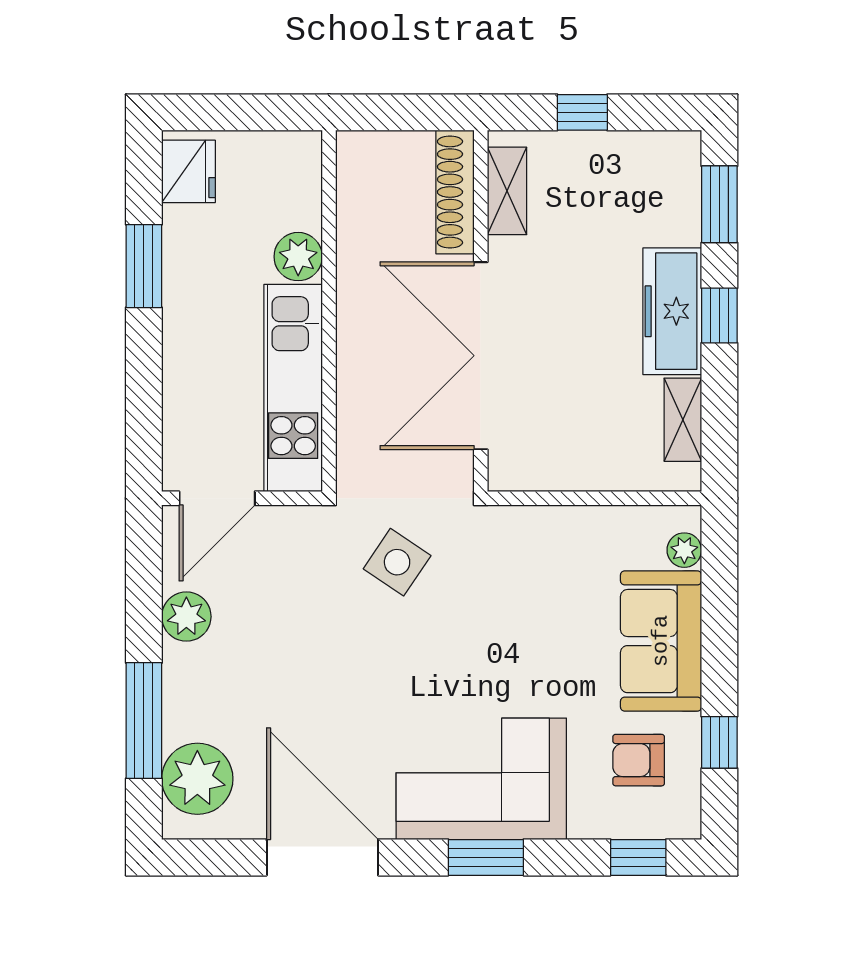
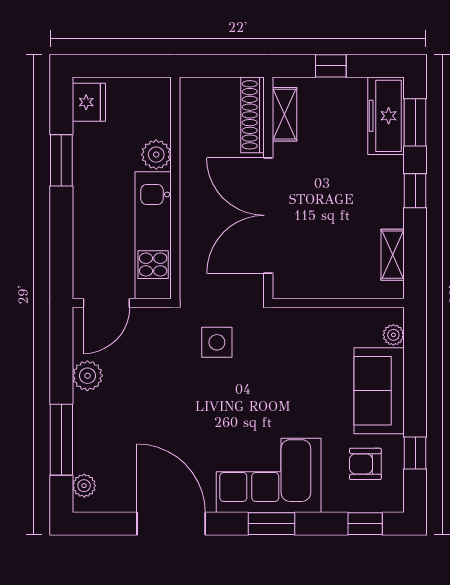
freezer: (672, 311) -> (386, 116), moved
side table: (397, 562) -> (217, 342), turned -34
plant: (197, 779) -> (84, 486), width x0.53, depth x0.53

